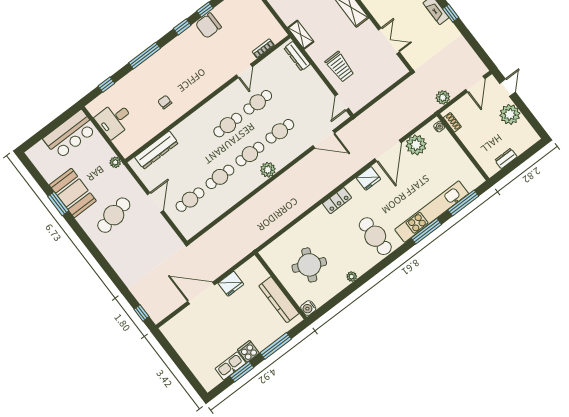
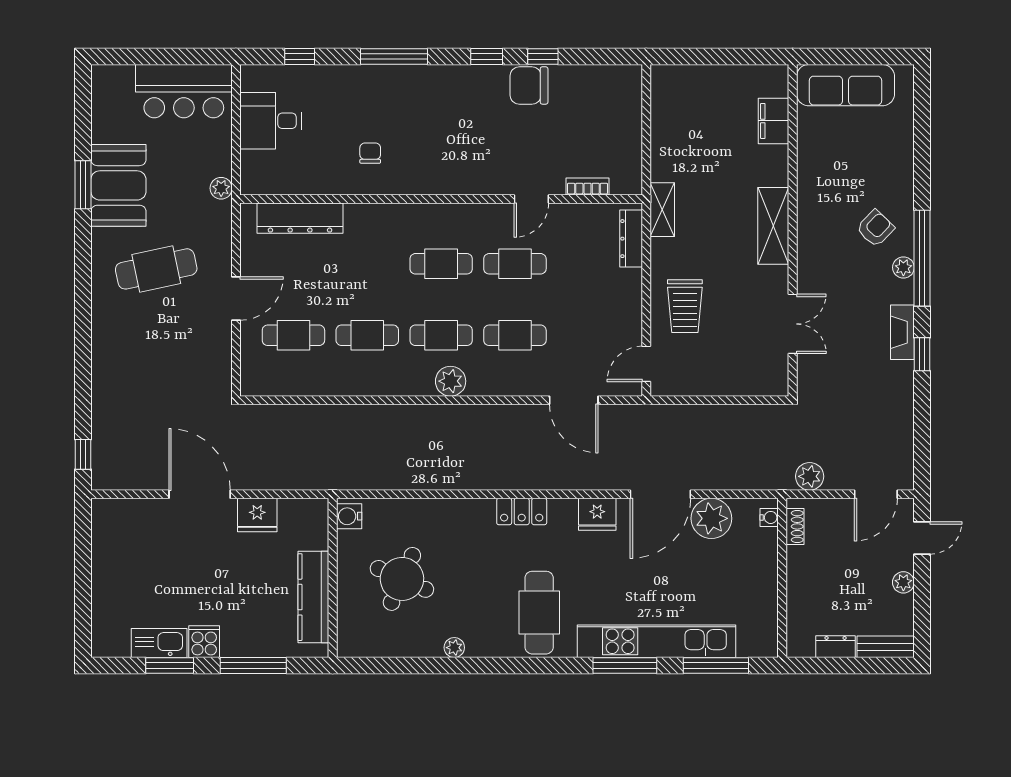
plant: (510, 114) -> (903, 582), width x0.53, depth x0.53
bench: (526, 143) -> (886, 647), added
water cooler: (308, 308) -> (349, 516), moved

